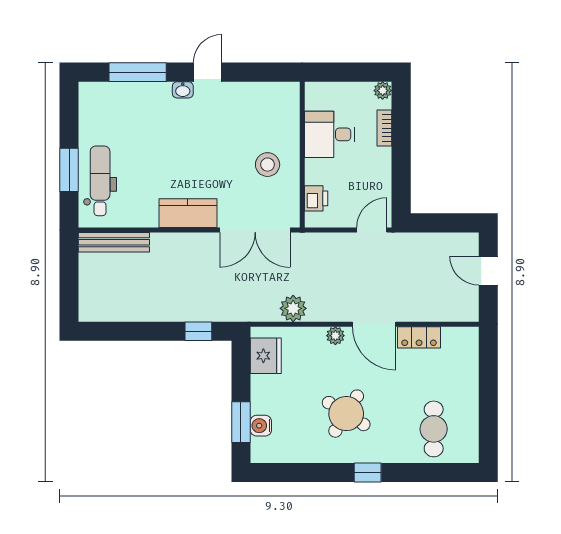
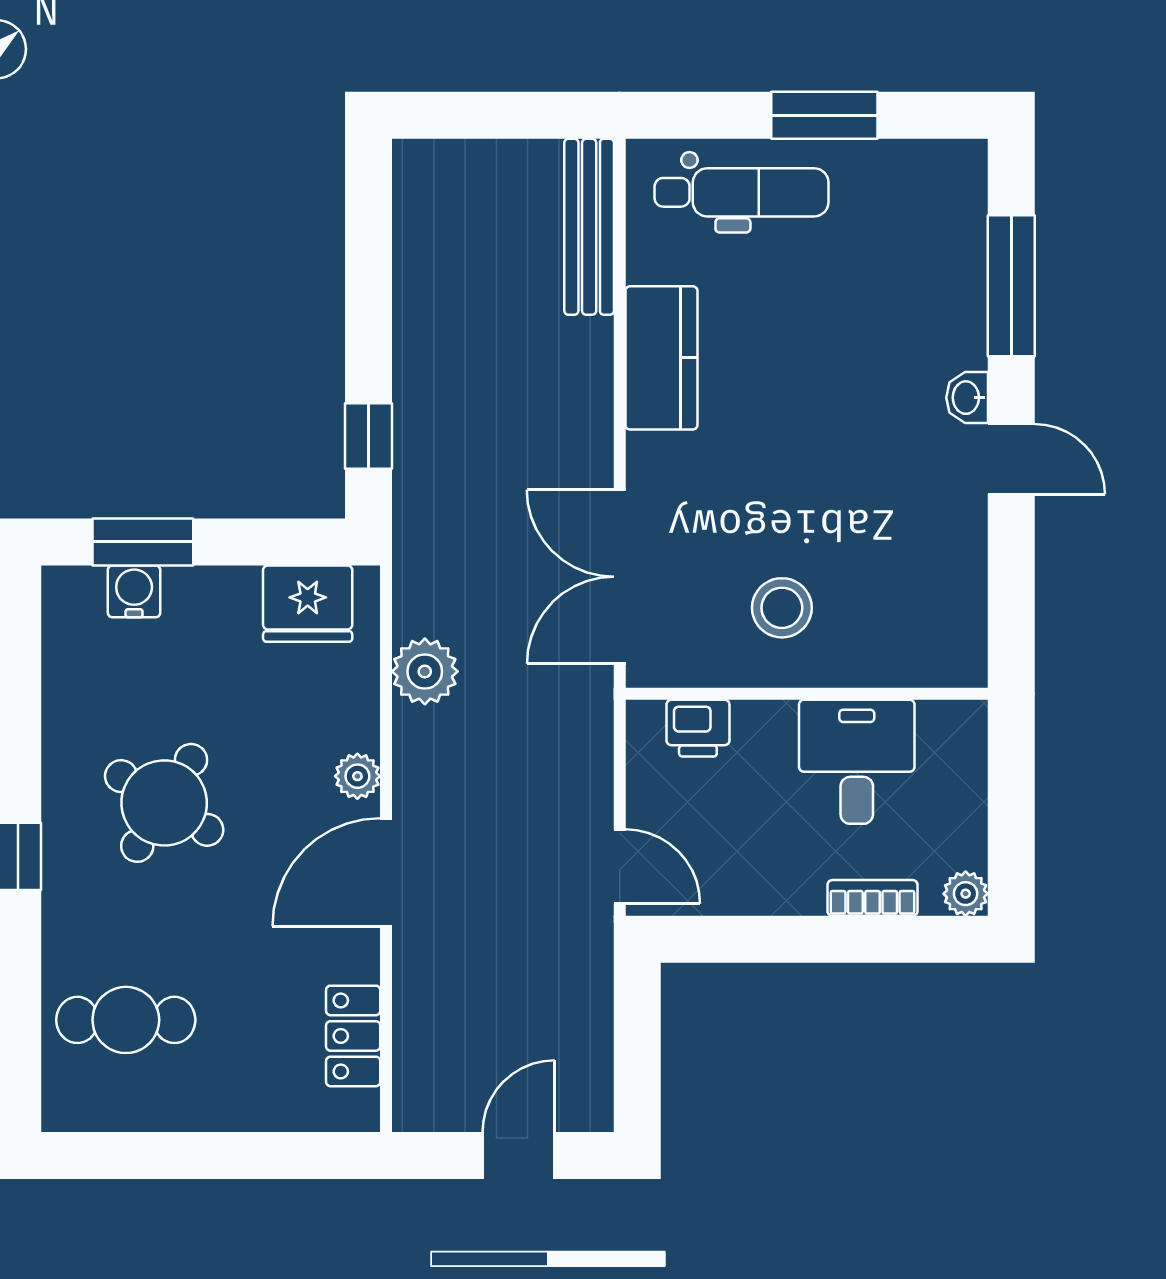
window: (69, 170) -> (824, 115), moved
kitchen counter: (188, 213) -> (661, 358), moved
locker: (419, 337) -> (353, 1036), moved

